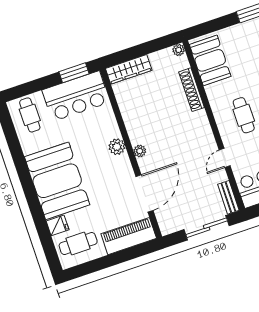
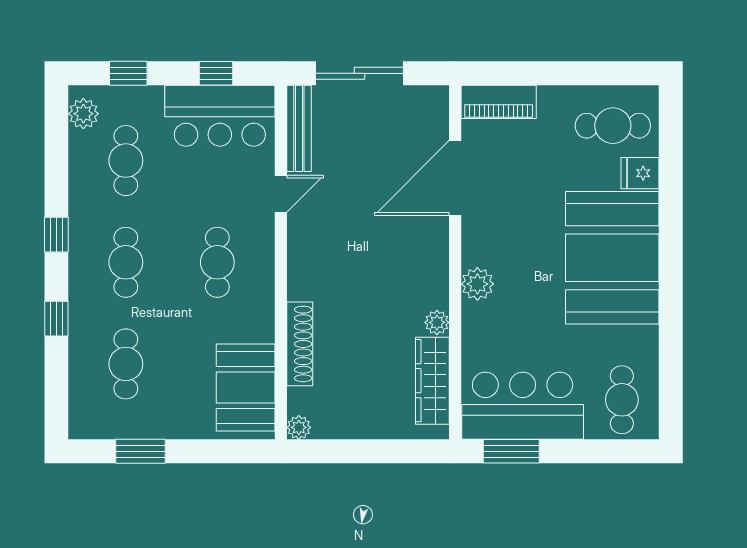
wardrobe: (129, 69) -> (432, 381), moved, turned -90
plant: (140, 151) -> (437, 322), moved
bench: (228, 197) -> (299, 128), width x1.36
piano: (129, 236) -> (499, 102), width x0.73, depth x0.75

